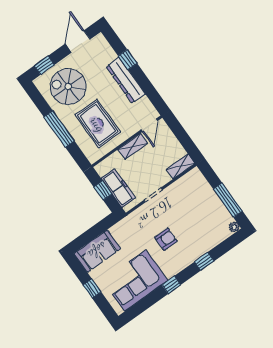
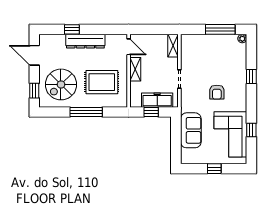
armchair: (166, 239) -> (217, 92), turned 180
sofa: (97, 251) -> (191, 130), moved
window: (171, 285) -> (251, 130), moved

